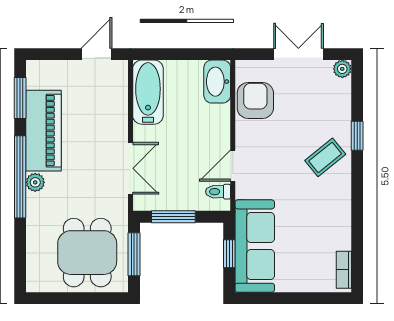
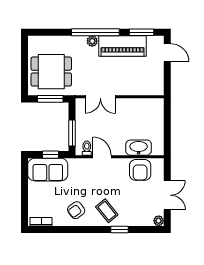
door: (97, 54) -> (167, 53), moved
washbasin: (217, 82) -> (139, 148), moved
bathtub: (148, 92) -> (145, 107), removed
armchair: (255, 100) -> (140, 170), turned 90
armchair: (324, 210) -> (76, 210), added
window: (173, 217) -> (72, 133), moved
sofa: (255, 246) -> (48, 170), width x0.73

